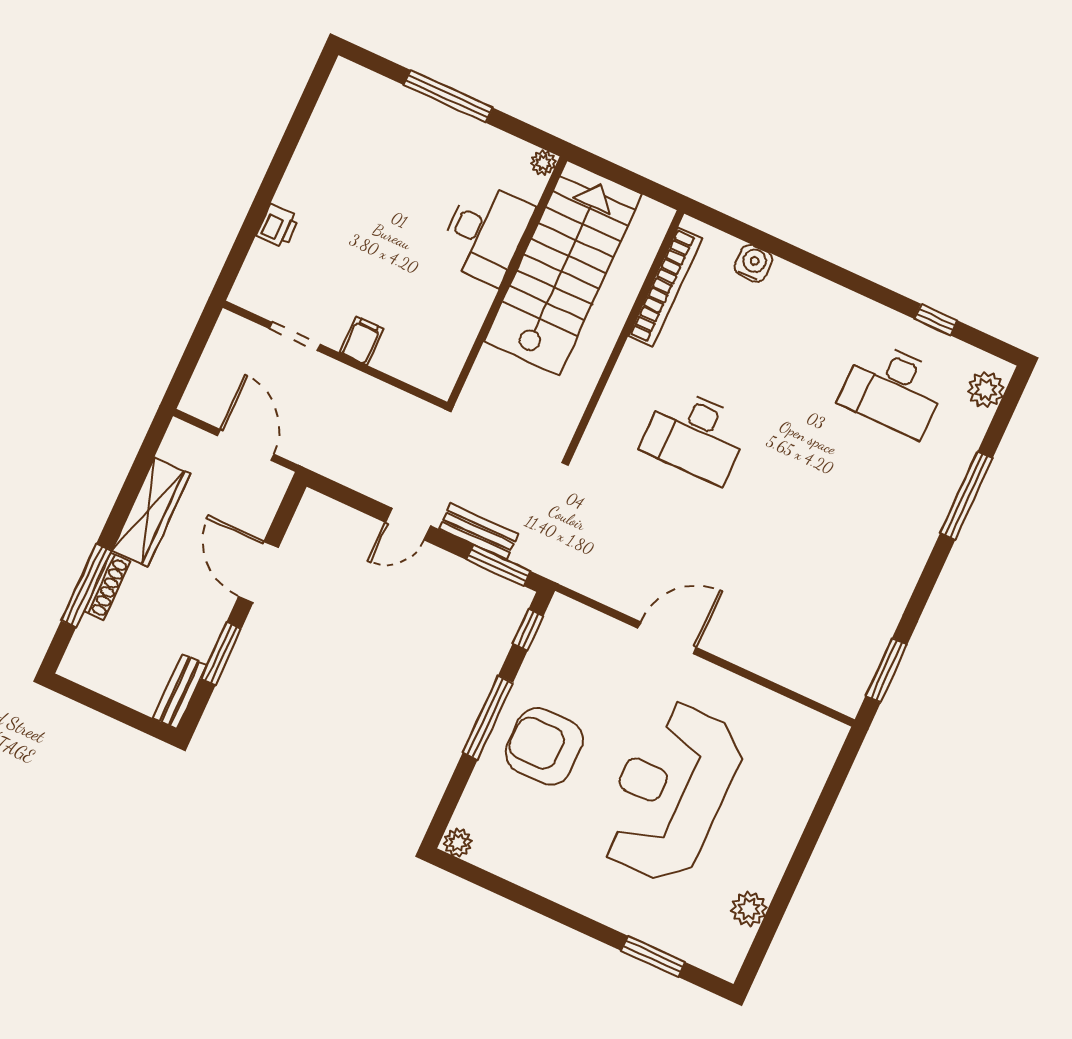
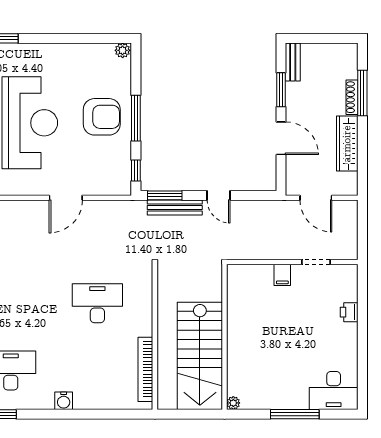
desk: (486, 233) -> (334, 391), moved, turned -90
water cooler: (753, 263) -> (64, 401), moved
door: (408, 524) -> (219, 195), swing flipped
bench: (479, 532) -> (175, 207), width x1.36

